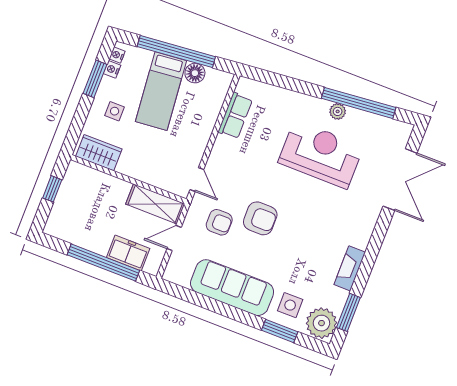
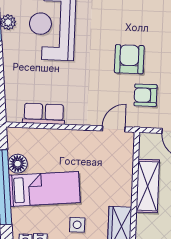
shelving: (155, 204) -> (148, 186), moved
armchair: (219, 222) -> (146, 95), turned -90

